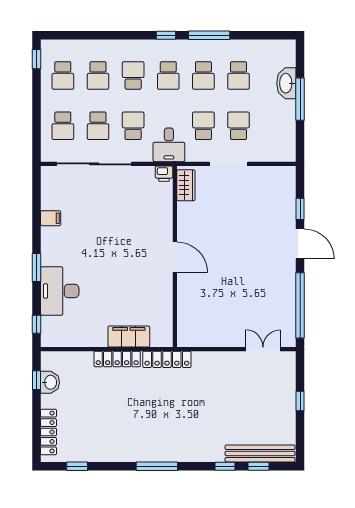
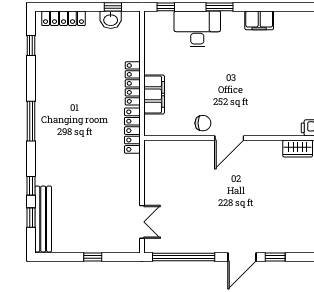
filing cabinet: (51, 218) -> (259, 20), width x2.00
chair: (159, 285) -> (203, 123), added

